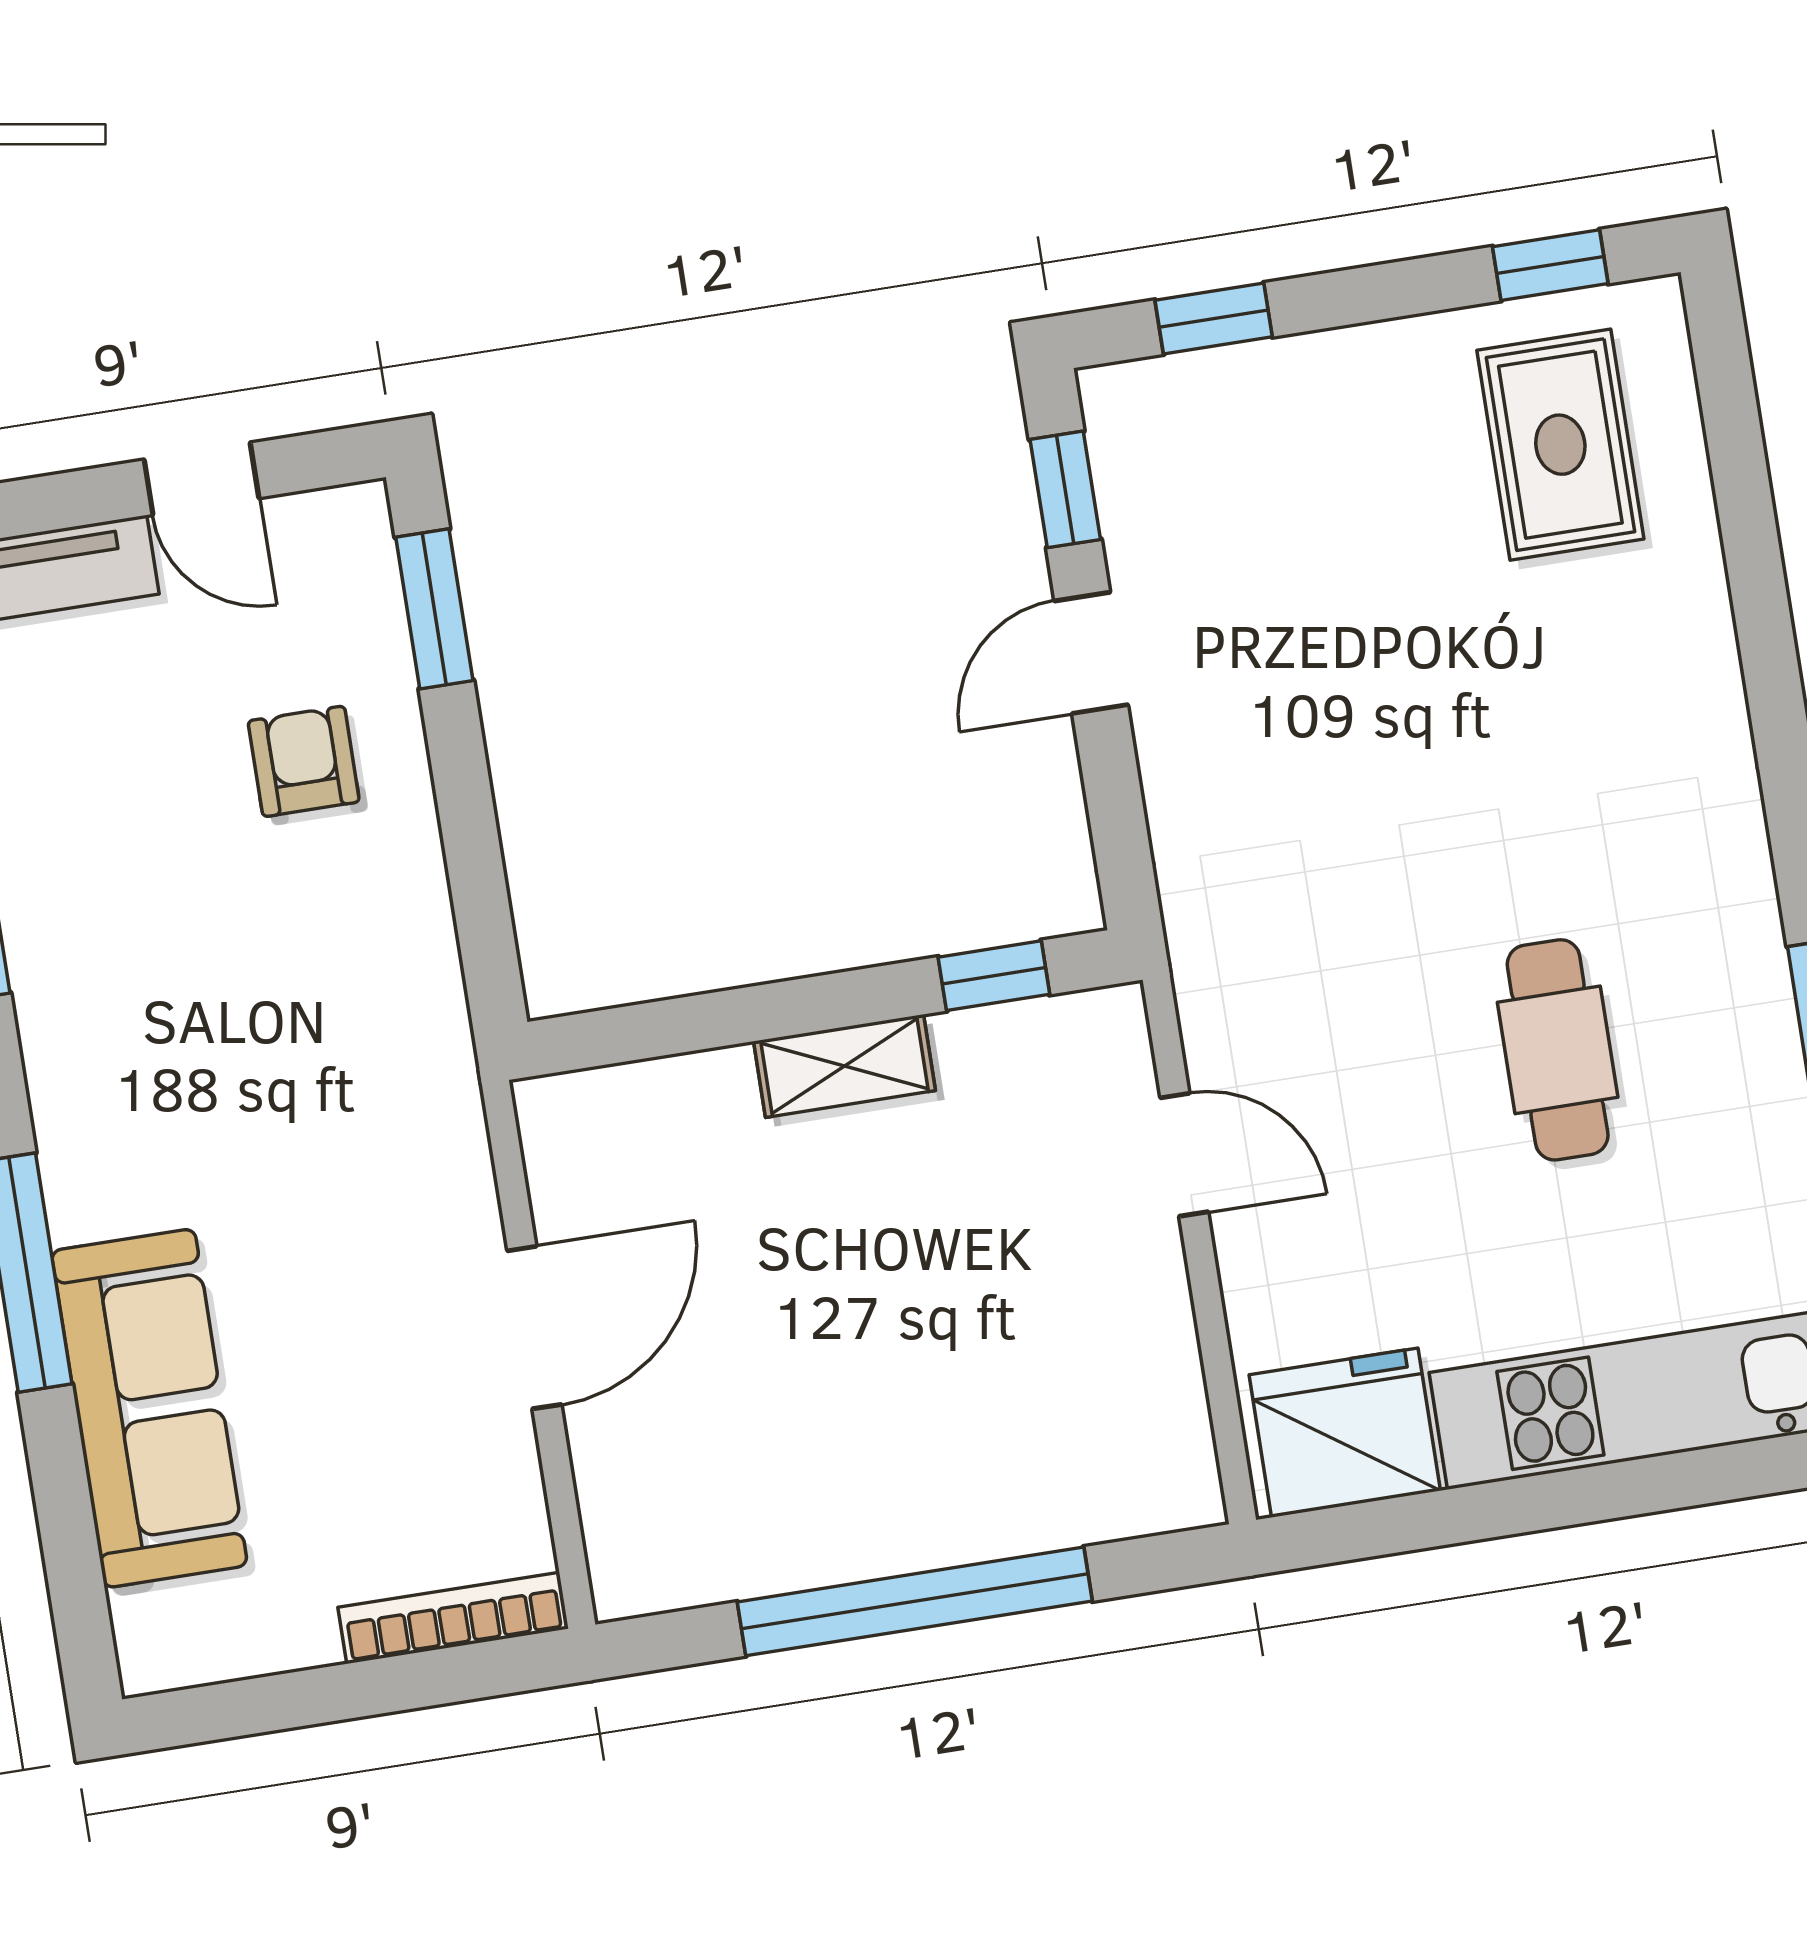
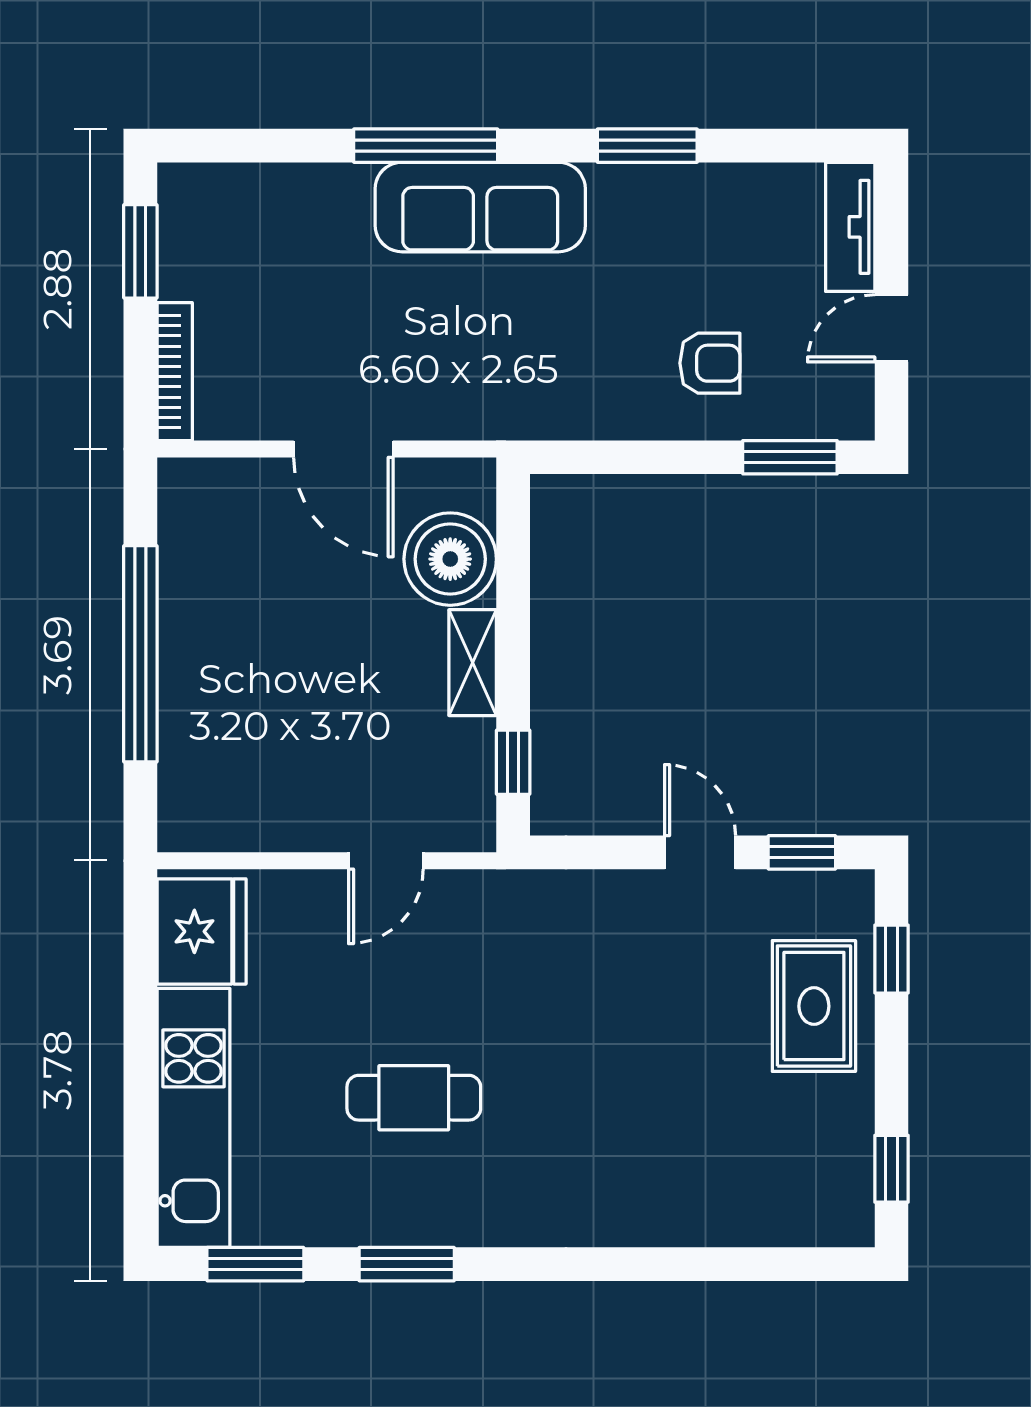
rug: (1560, 445) -> (814, 1006), moved, turned 90
boiler: (684, 1128) -> (450, 559), added
sofa: (149, 1408) -> (480, 207), moved
window: (269, 1704) -> (140, 251), added

